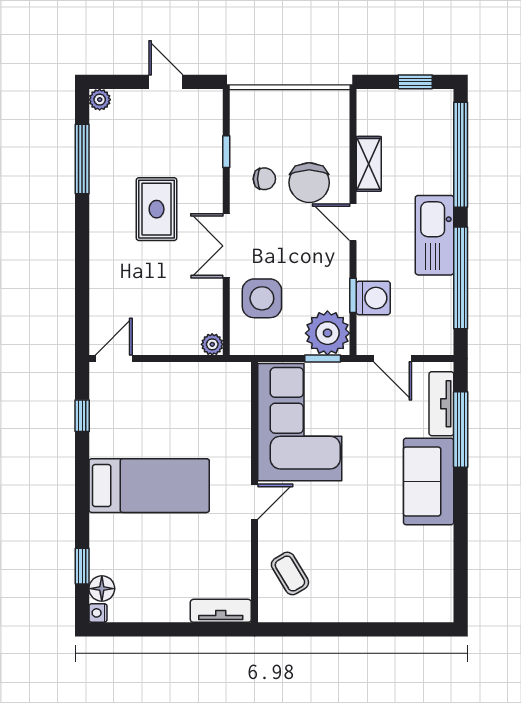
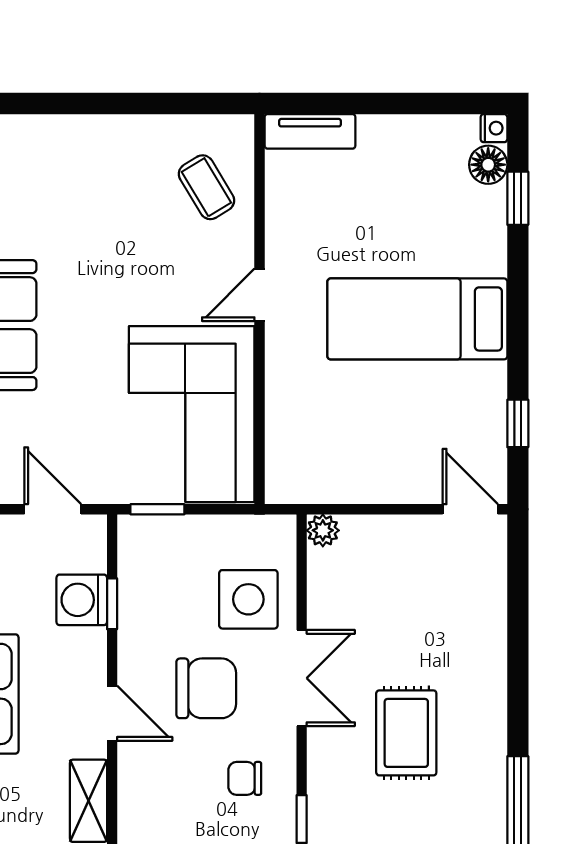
chair: (309, 183) -> (206, 688), moved, turned 90
plant: (327, 333) -> (150, 547), removed
door: (114, 358) -> (470, 509), swing flipped

